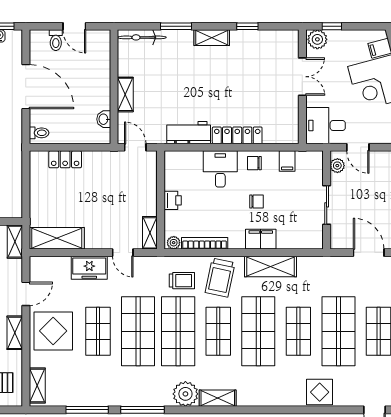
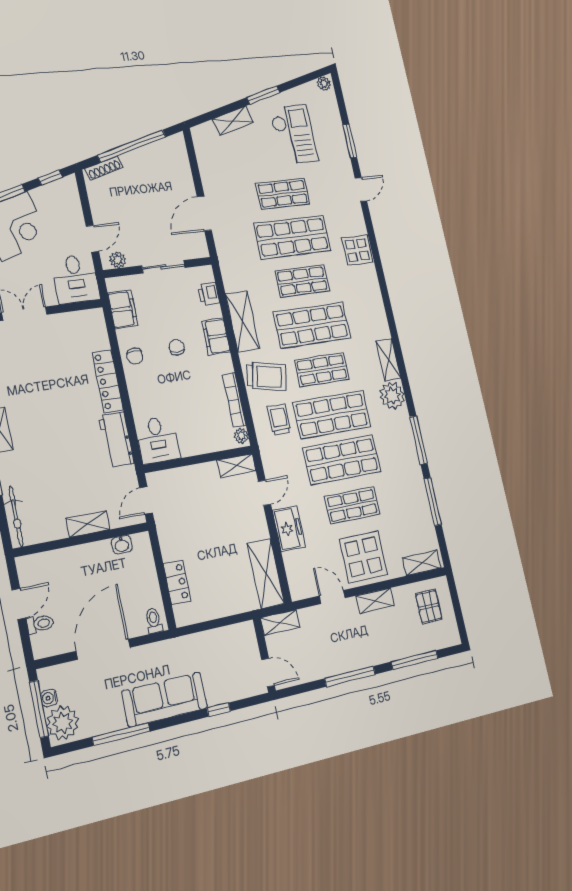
filing cabinet: (287, 161) -> (123, 309), width x2.00
desk: (220, 169) -> (157, 440), moved, turned -90
printer: (173, 200) -> (209, 294), moved, turned -90

